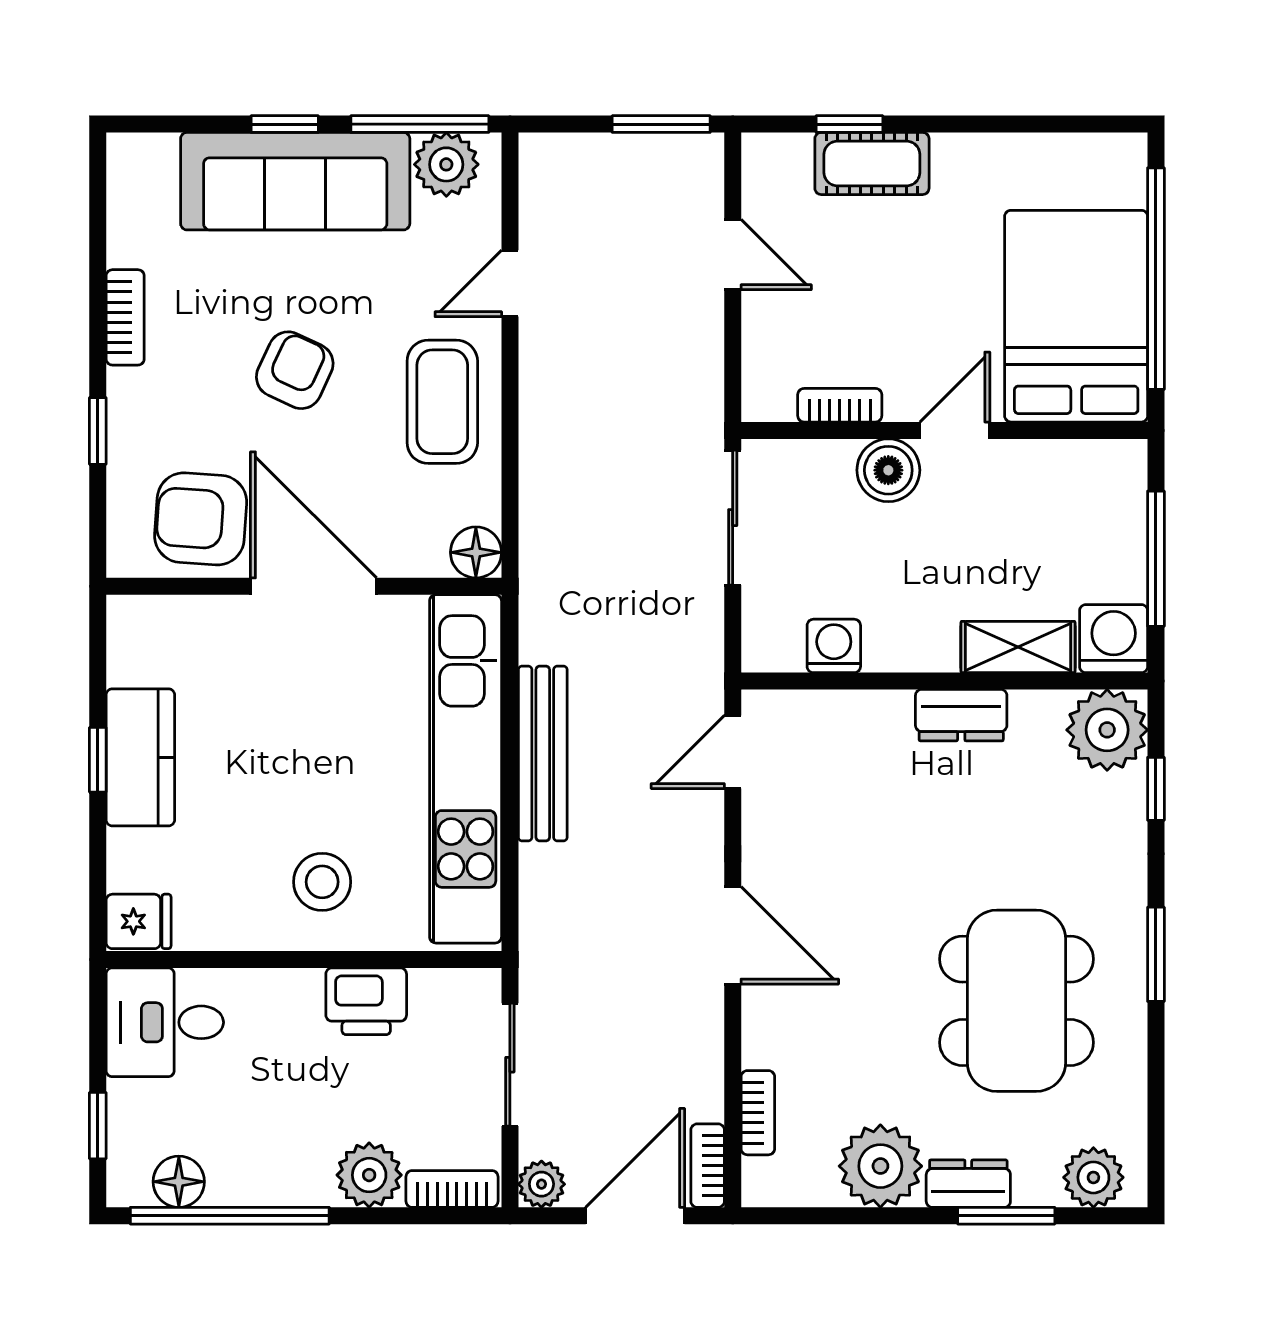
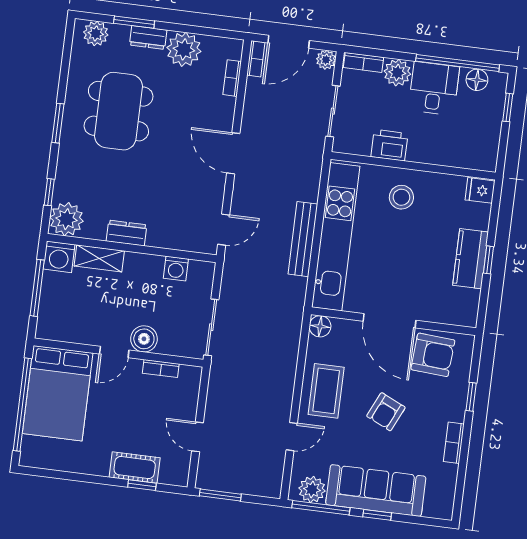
desk: (165, 1022) -> (434, 88), moved, turned -90

